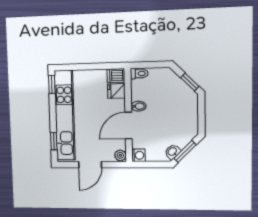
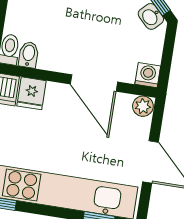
bidet: (138, 106) -> (29, 55), moved

